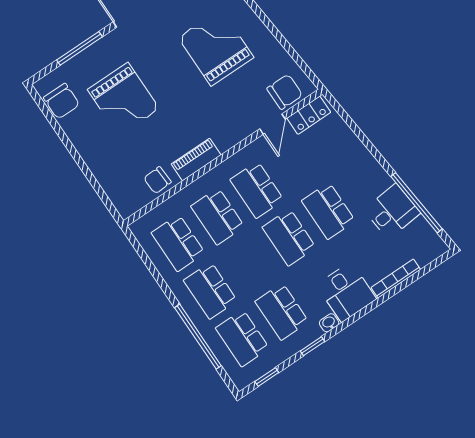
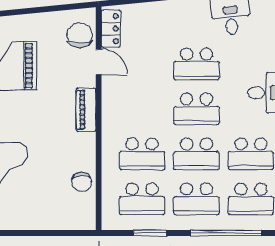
piano: (196, 160) -> (86, 110), moved
school desk: (257, 190) -> (196, 154), moved
window: (153, 270) -> (150, 233), added

